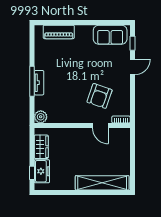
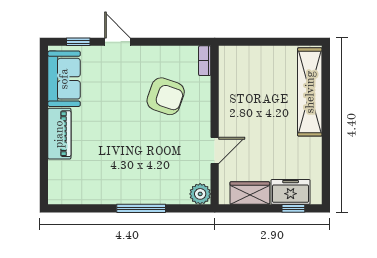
piano: (59, 32) -> (59, 134), moved
tv unit: (39, 83) -> (144, 197), removed
door: (100, 126) -> (215, 150), moved

